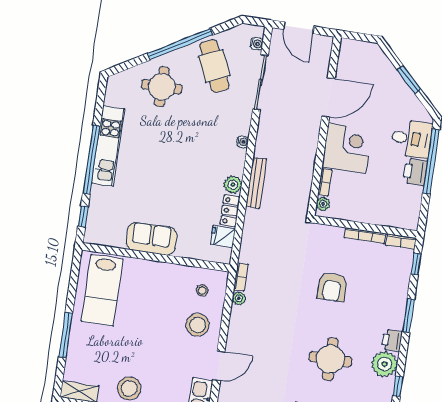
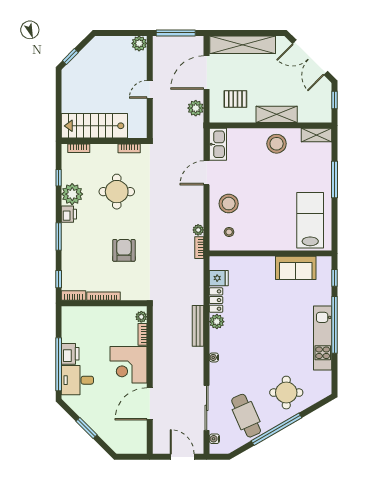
sofa: (151, 239) -> (296, 268), moved

